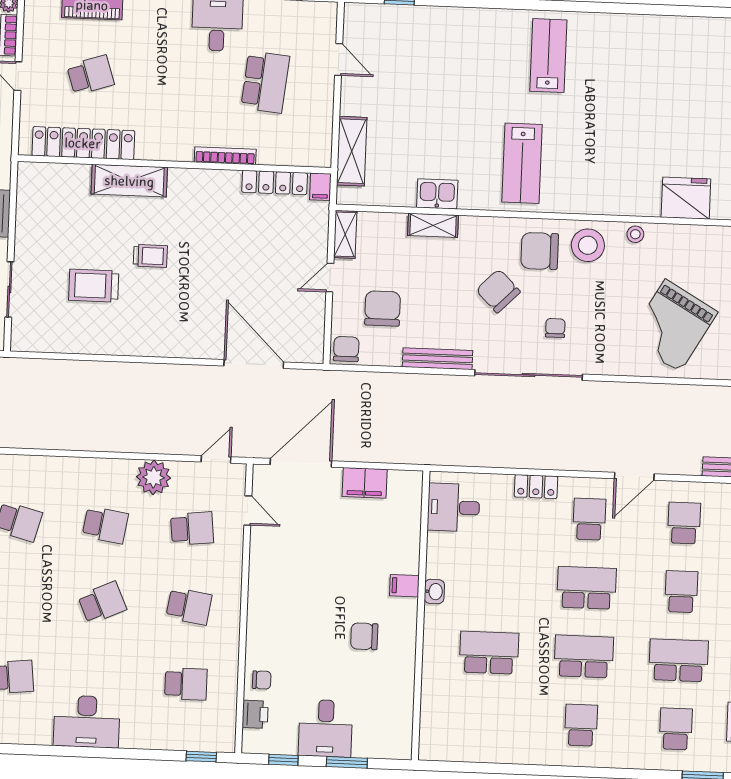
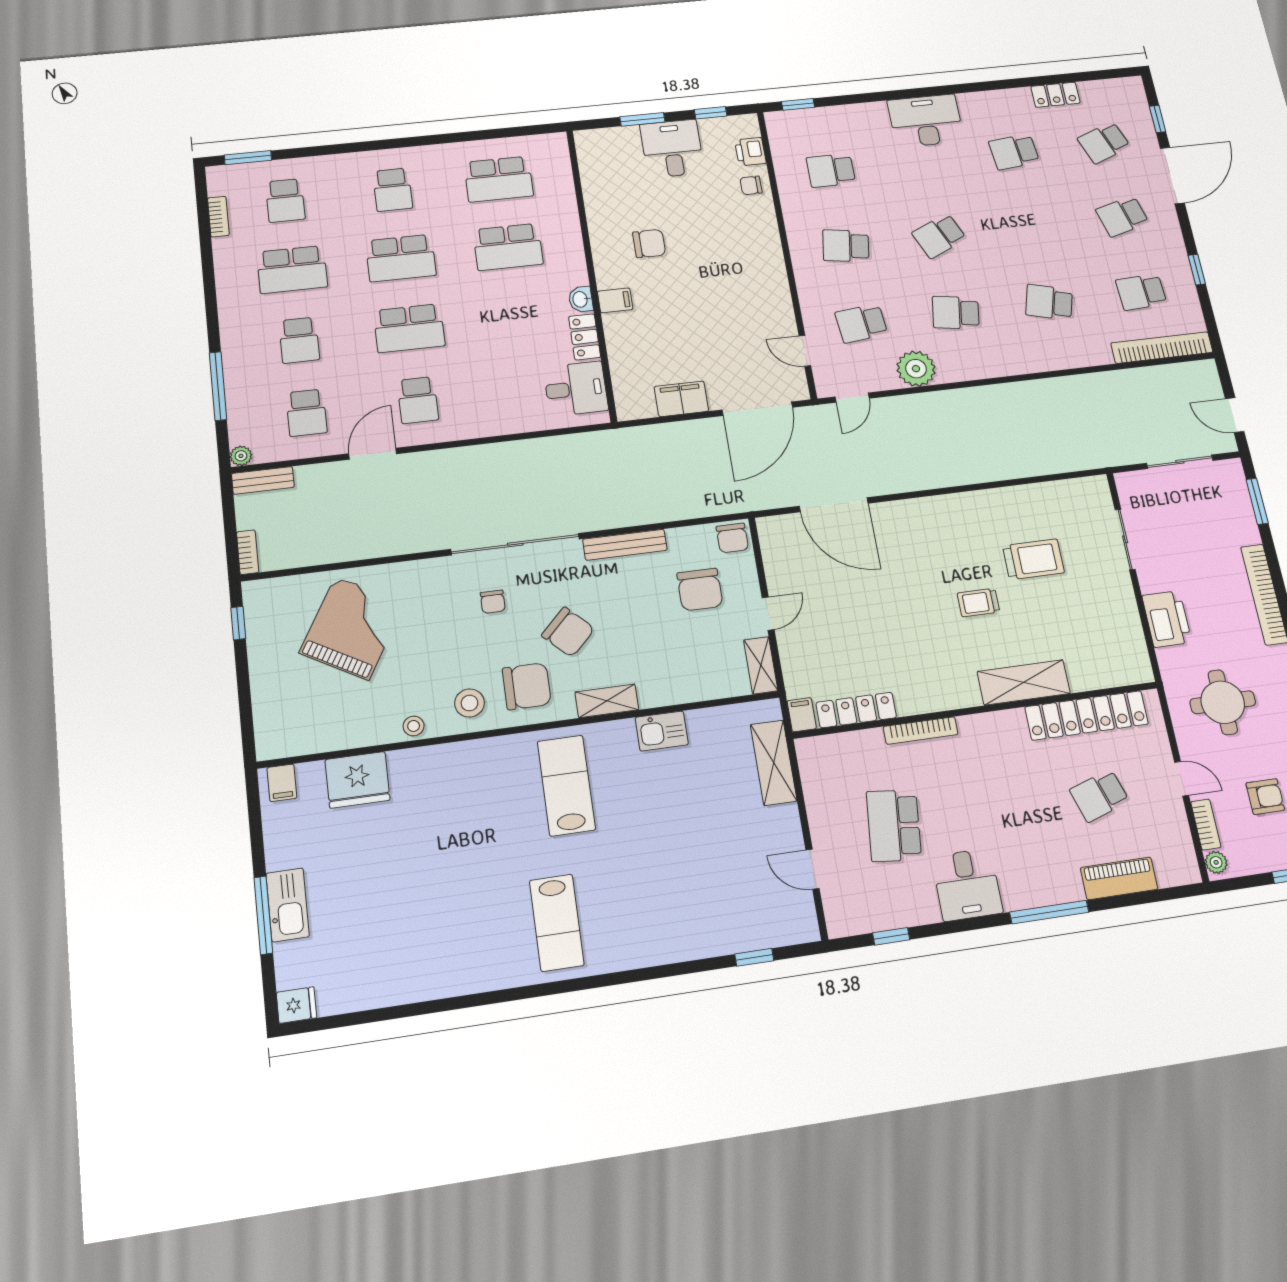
shelving: (433, 225) -> (607, 701), moved
stool: (588, 245) -> (469, 703), width x0.73, depth x0.73
locker: (536, 487) -> (585, 337), moved, turned -90
school desk: (486, 721) -> (499, 179), added

